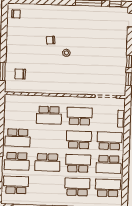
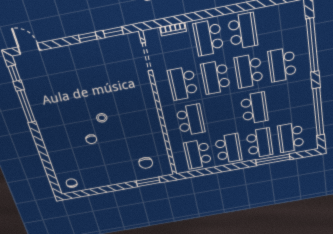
school desk: (108, 188) -> (198, 154), moved

